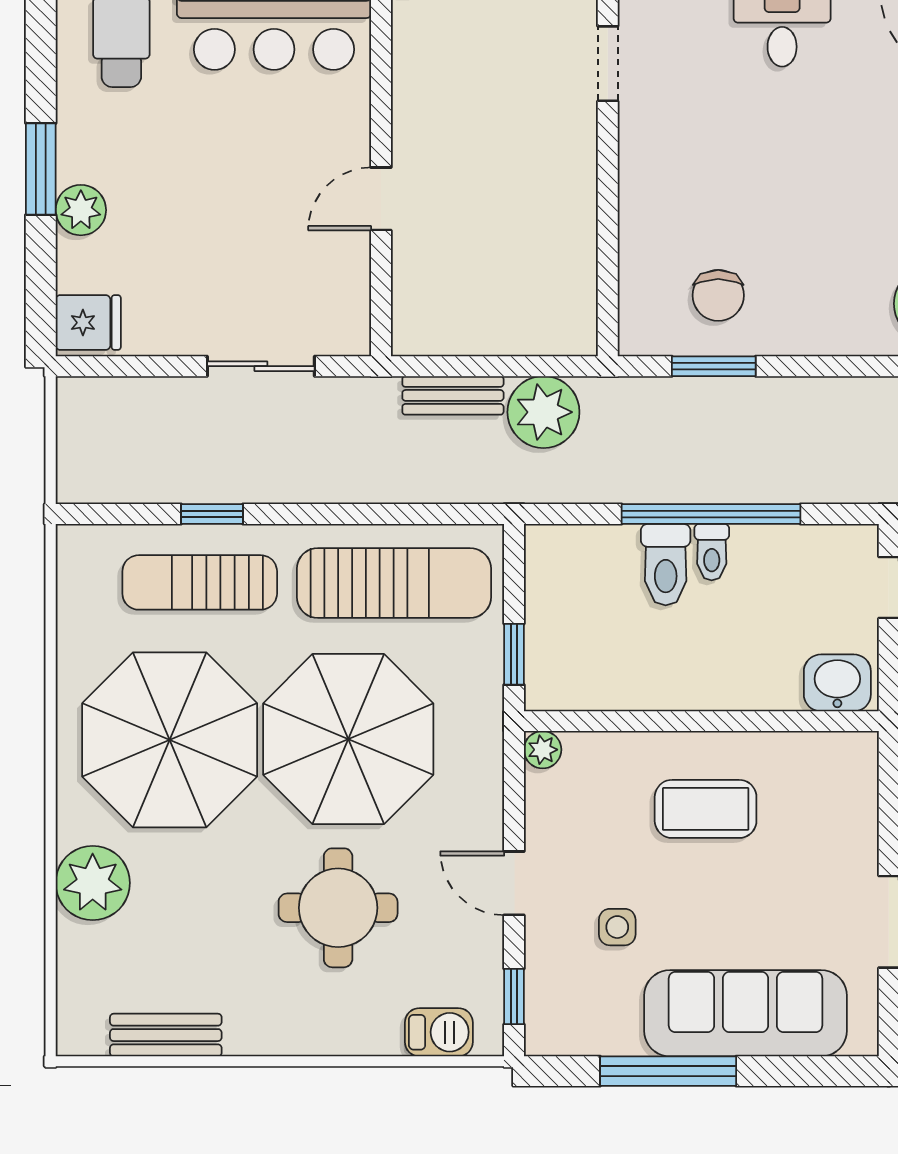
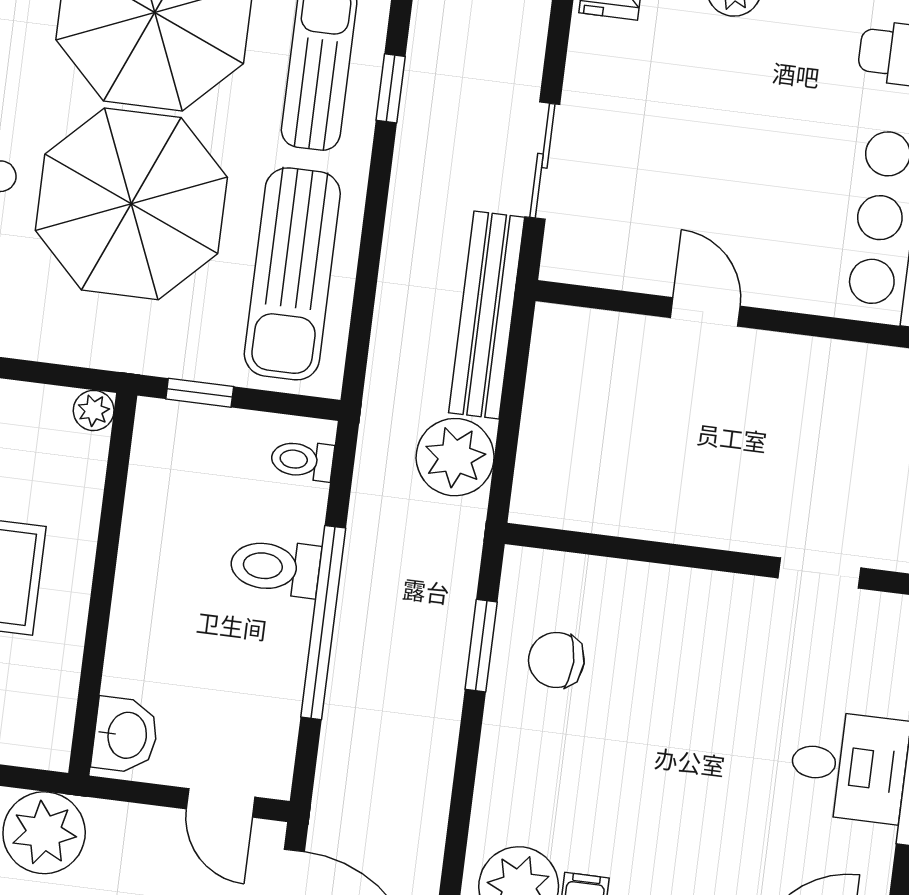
bench: (453, 395) -> (487, 315), width x1.86, depth x1.21
toilet: (712, 552) -> (302, 460), moved

